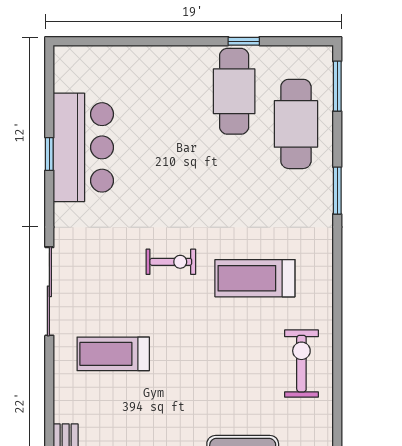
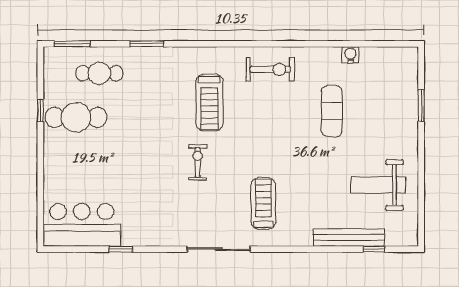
cafe table: (296, 124) -> (99, 73), width x0.73, depth x0.74
bar counter: (83, 147) -> (82, 225), moved
treadmill: (113, 354) -> (263, 204), turned 180
exercise bike: (301, 364) -> (270, 69), turned 180

